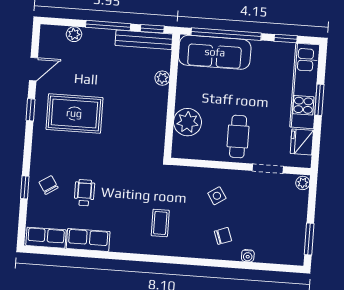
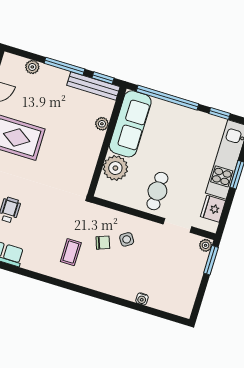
sofa: (215, 52) -> (130, 124), moved, turned -90
chair: (223, 236) -> (103, 243), moved
window: (309, 239) -> (211, 260), moved

